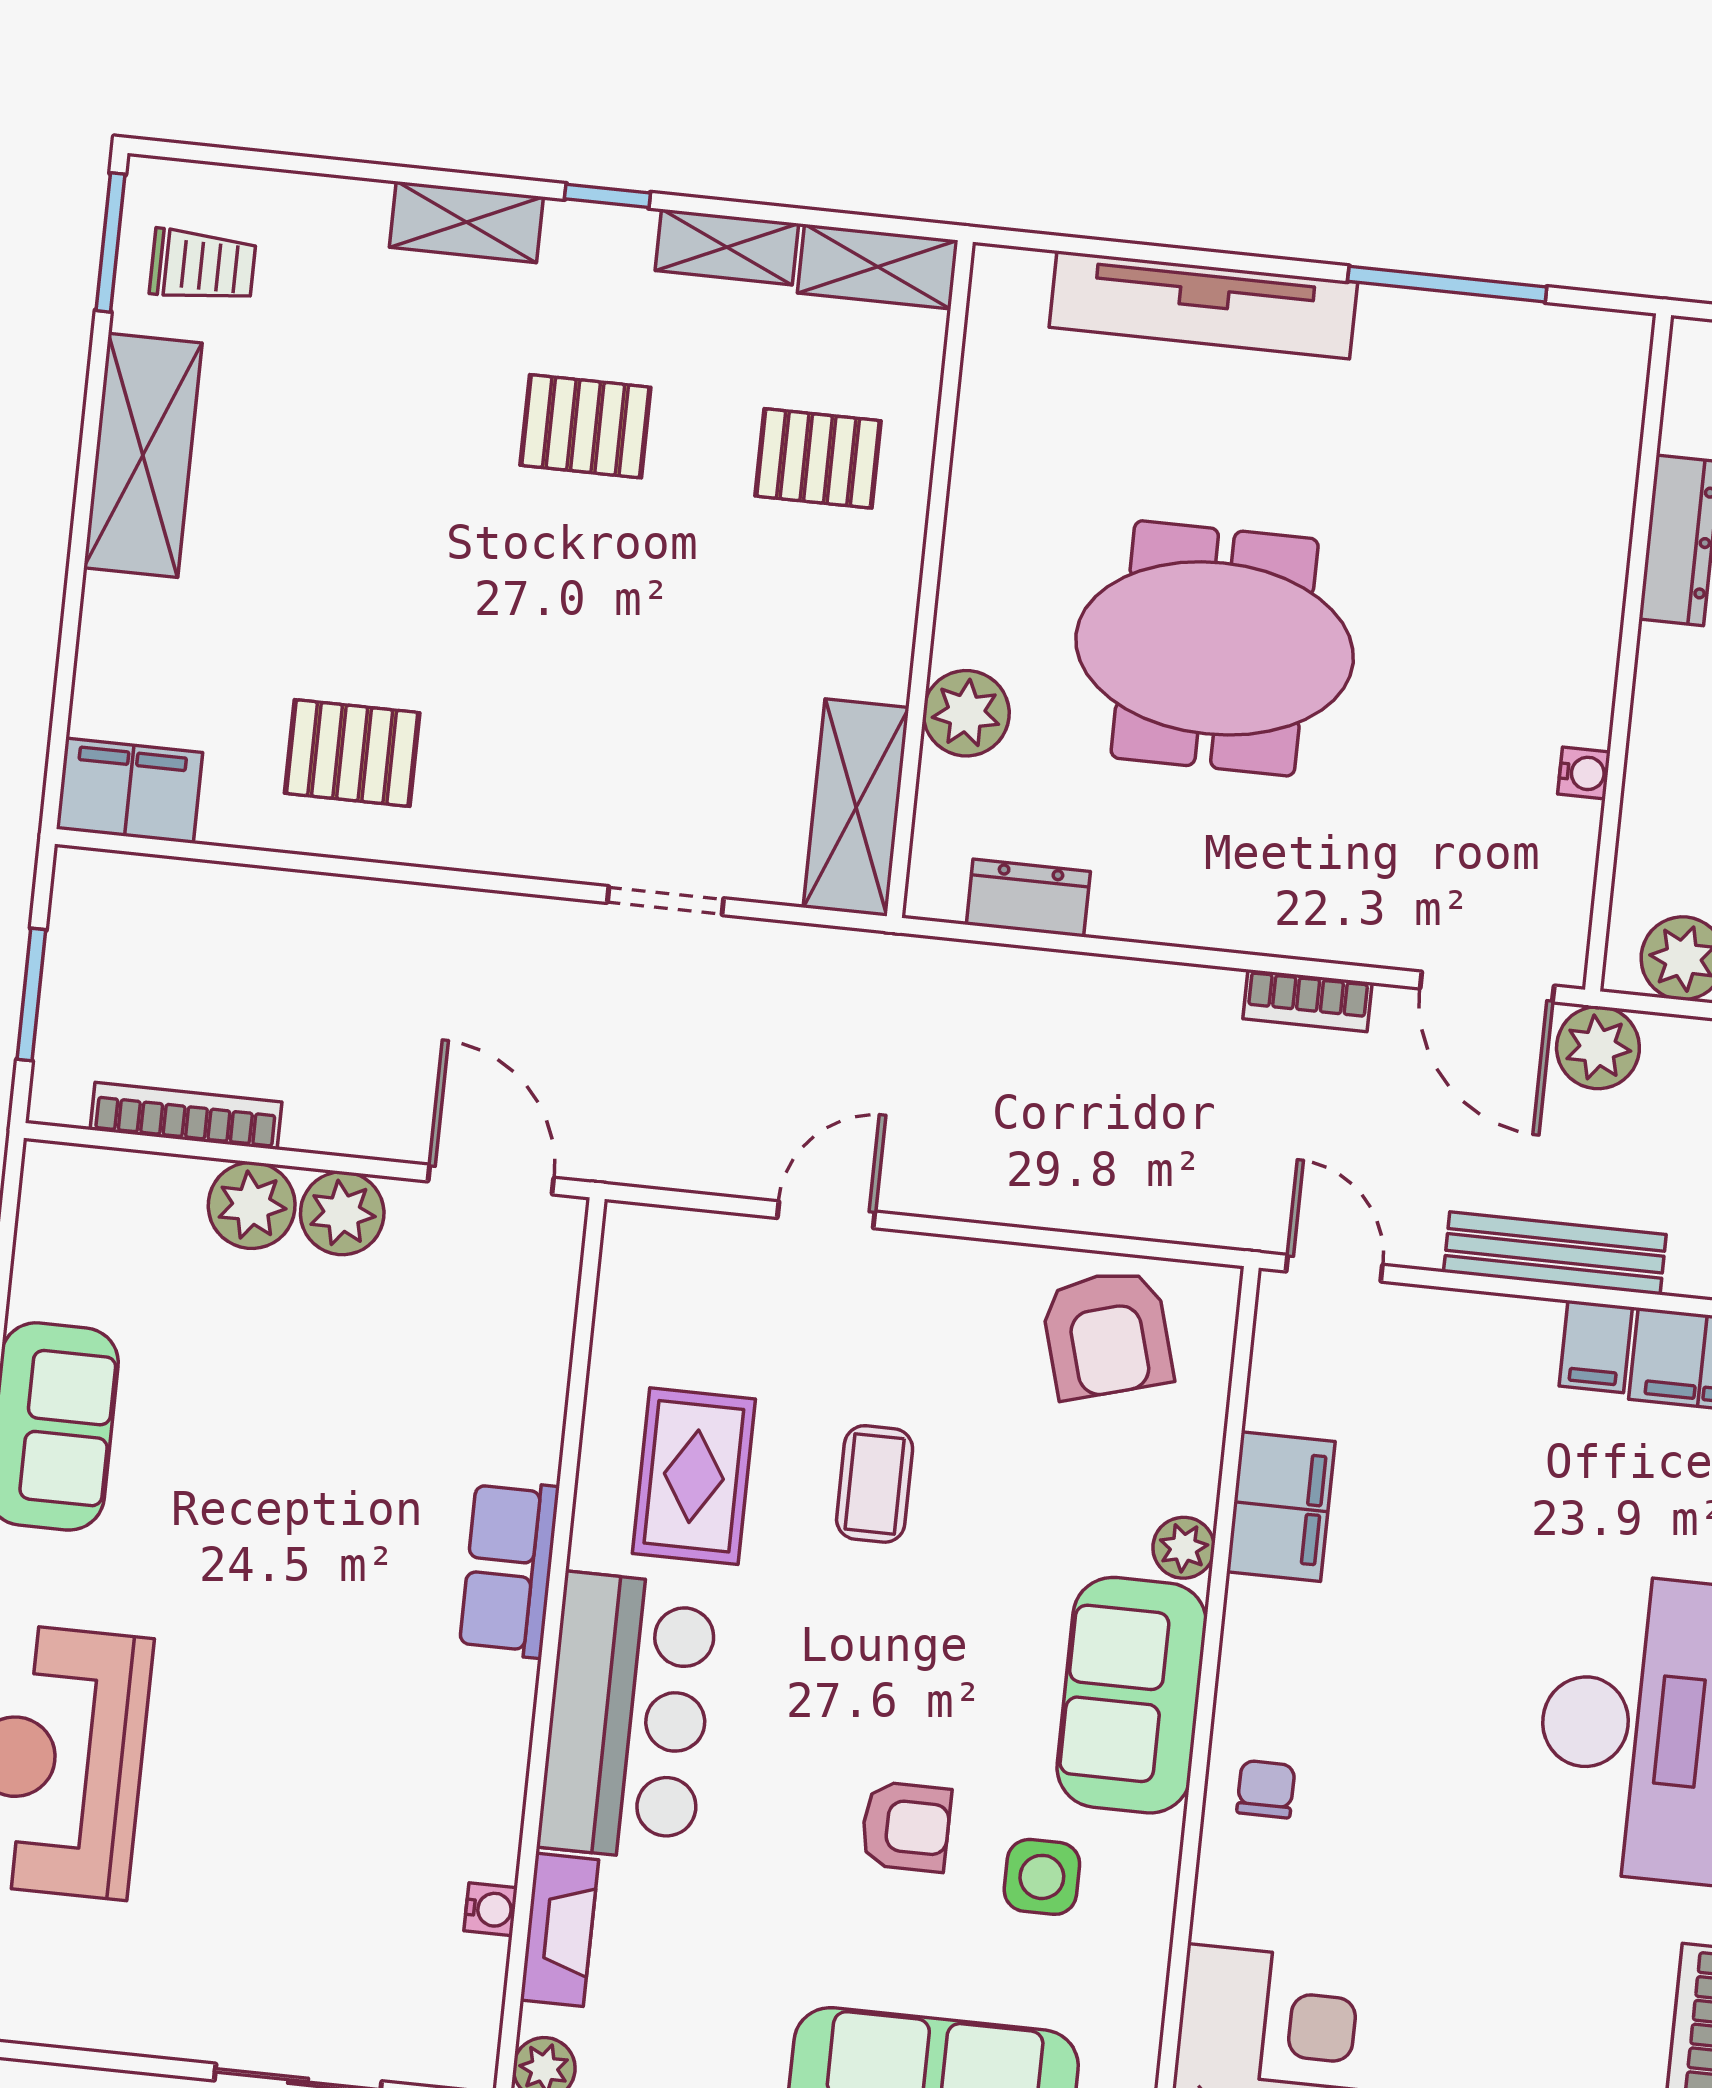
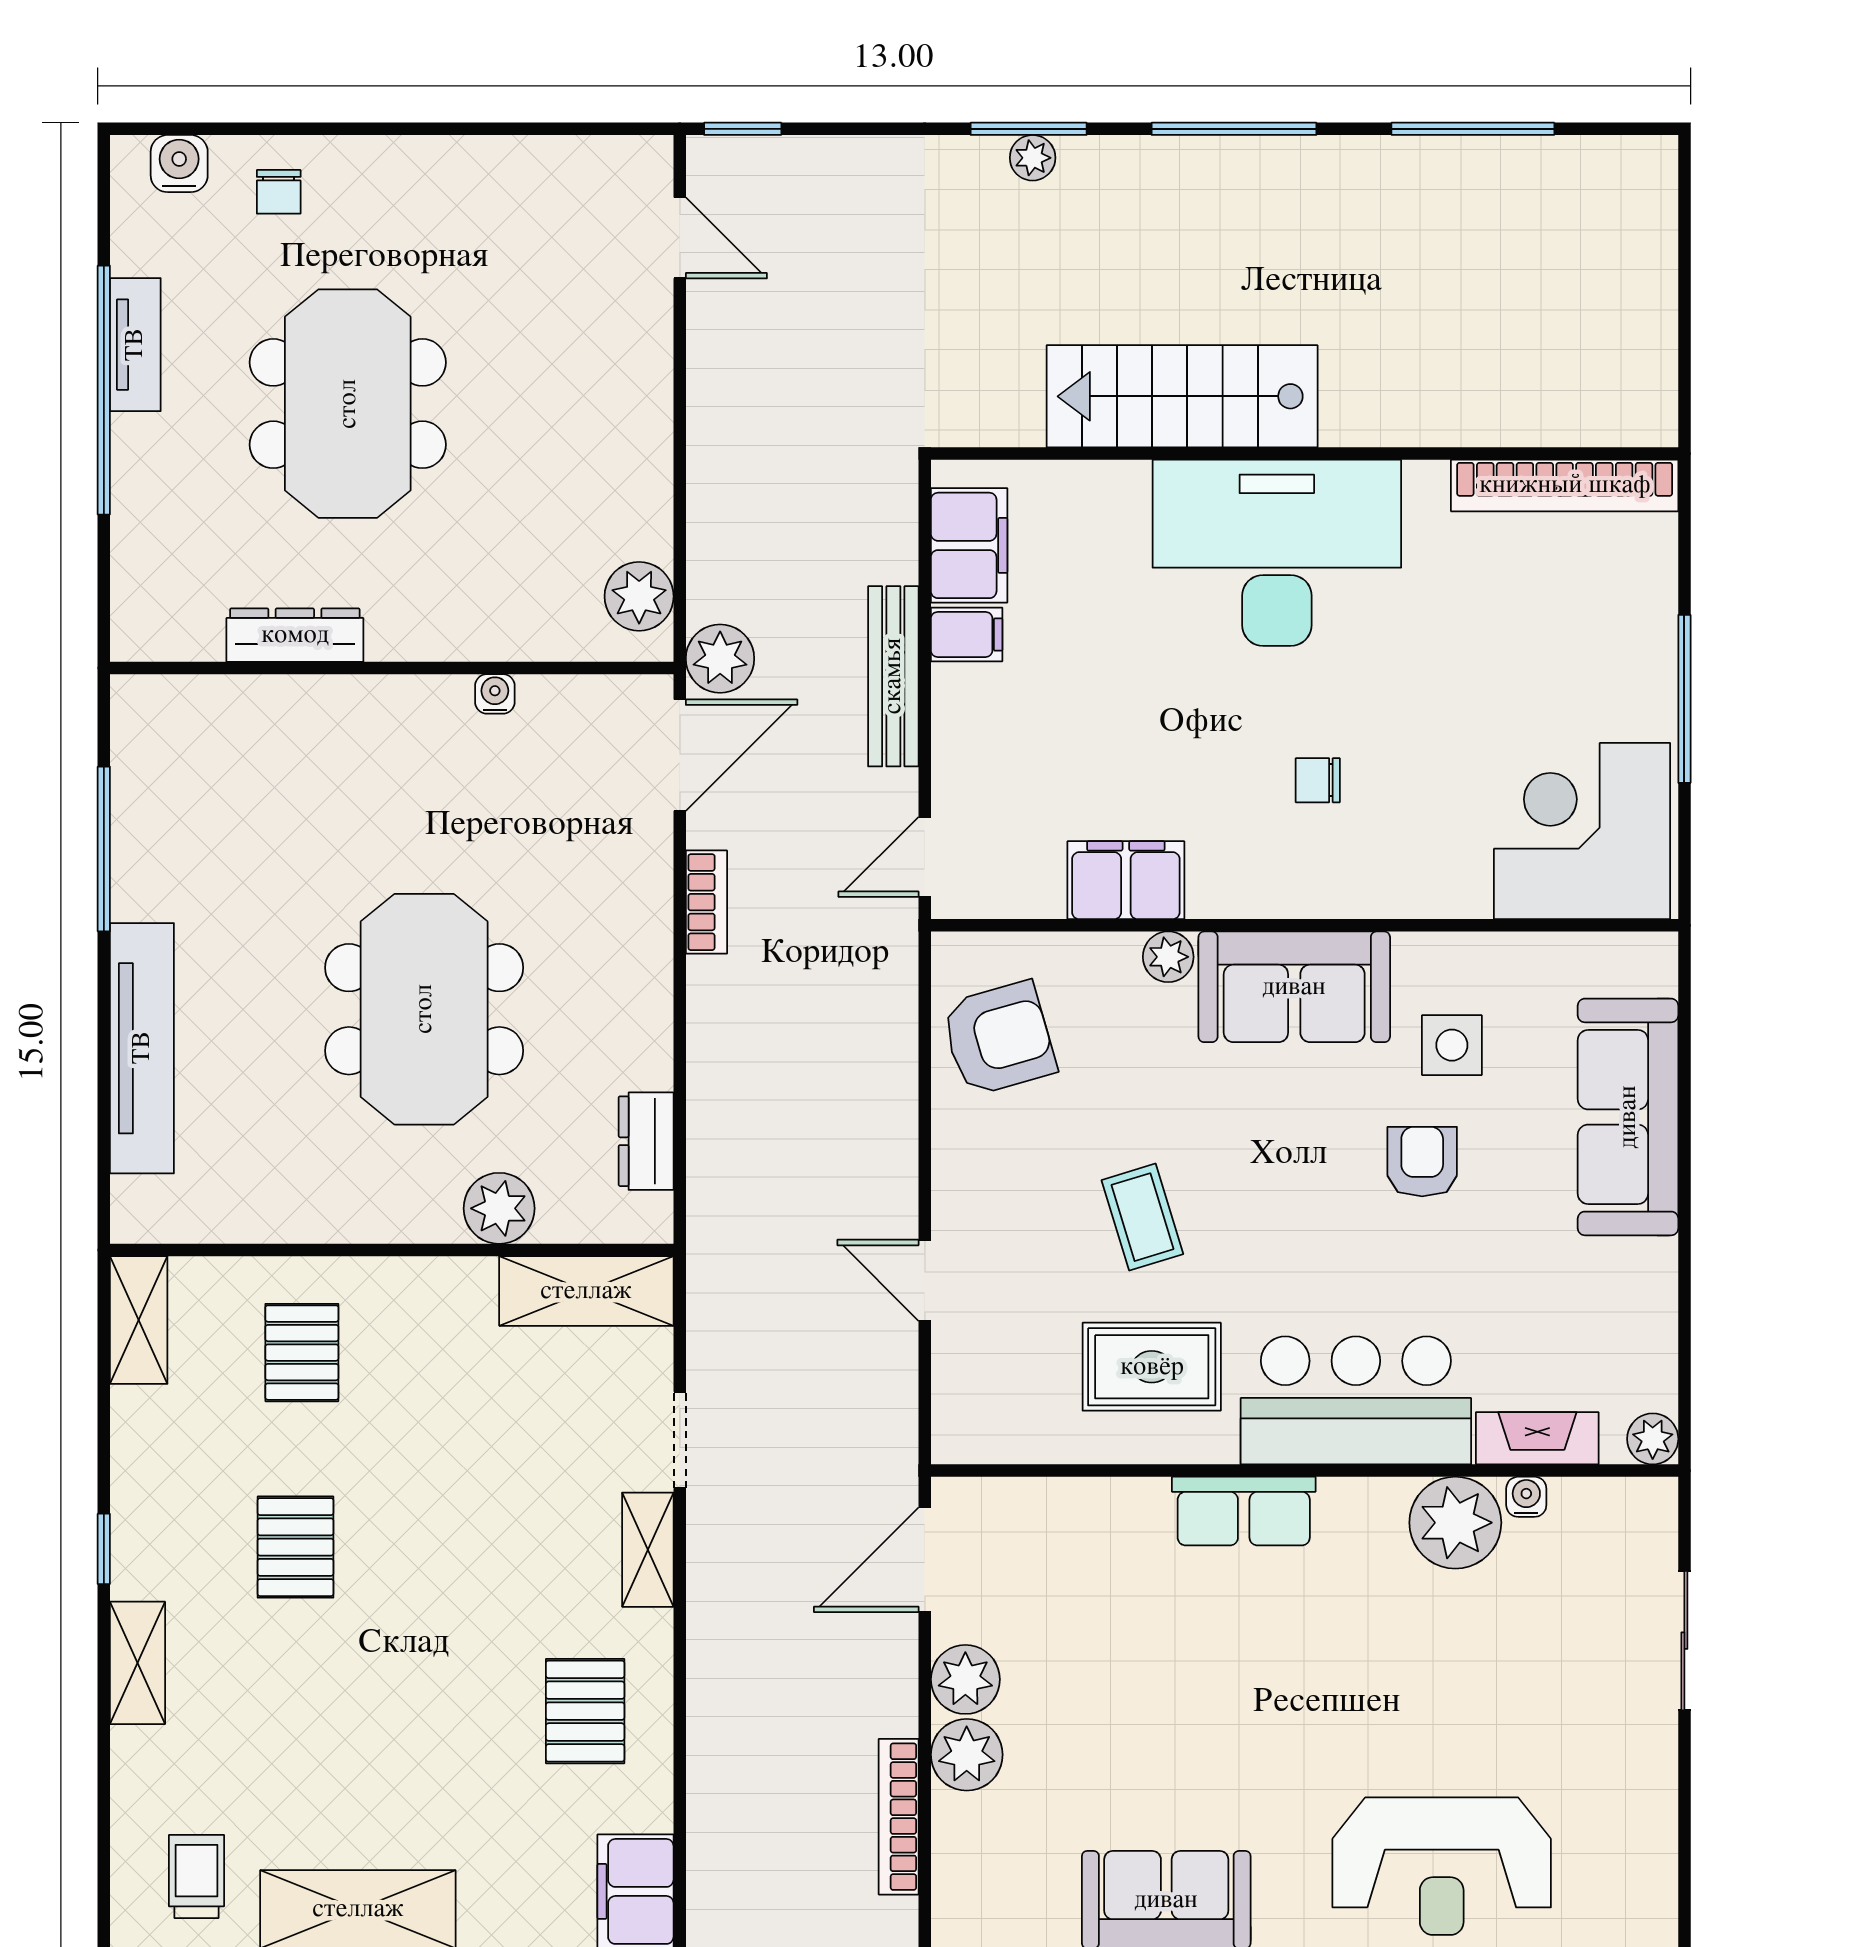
shelving: (727, 247) -> (648, 1550), moved
coffee table: (875, 1484) -> (1142, 1217), turned 73
chair: (1266, 1789) -> (1318, 780), moved
plant: (468, 1821) -> (1455, 1523), added

